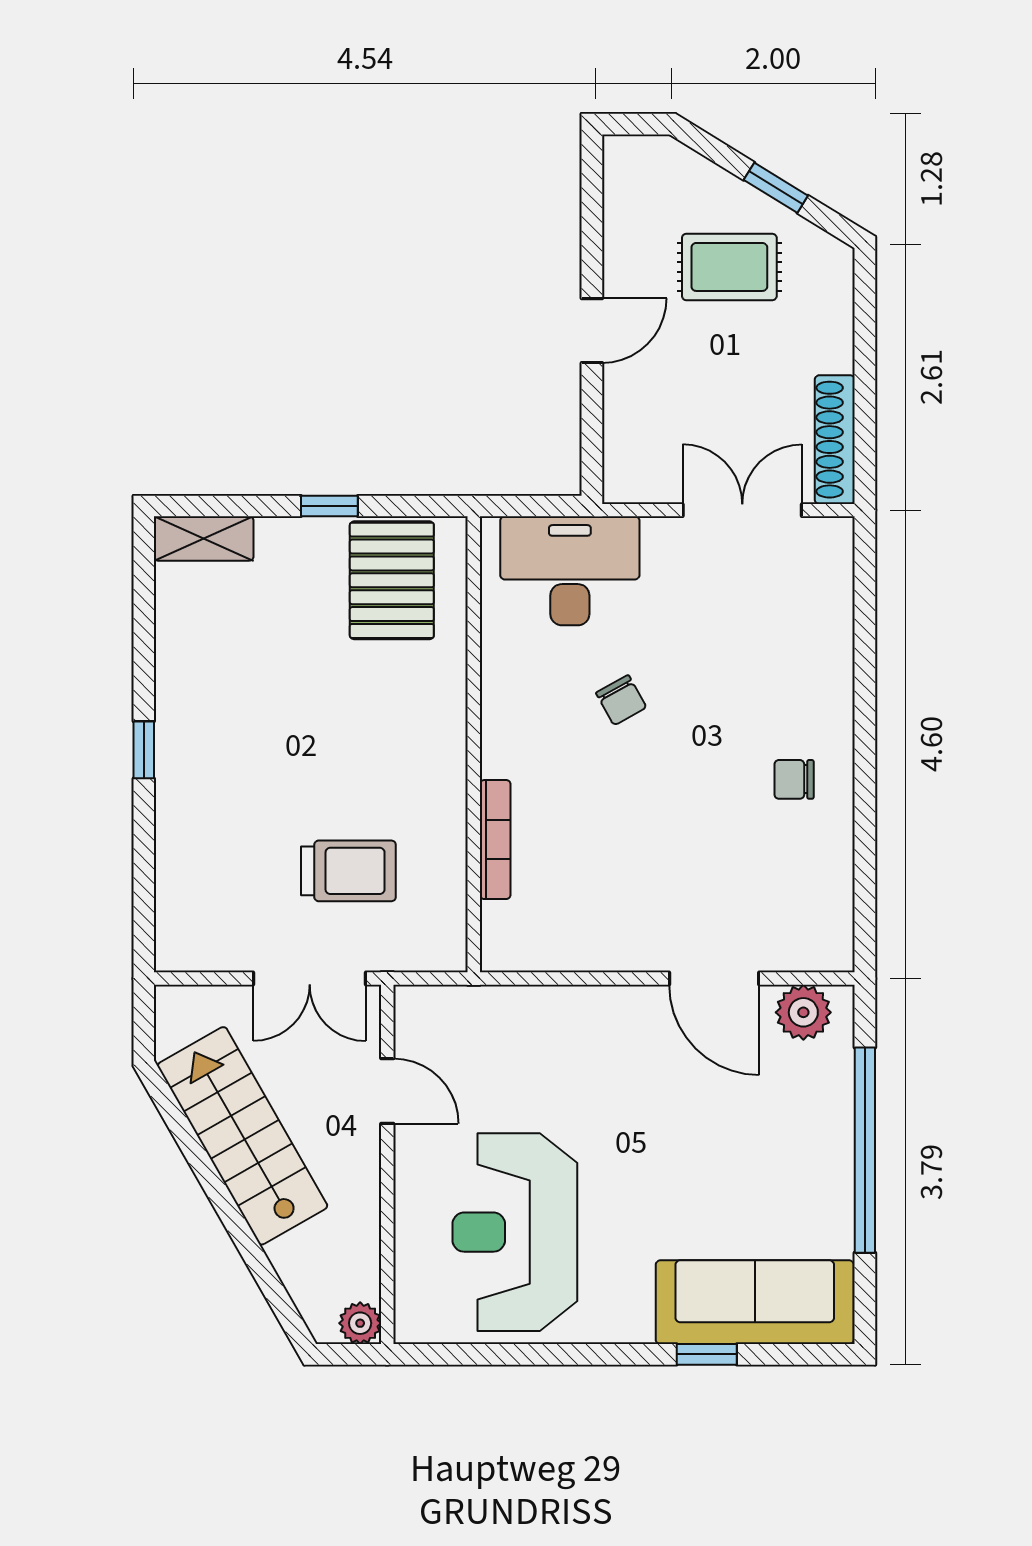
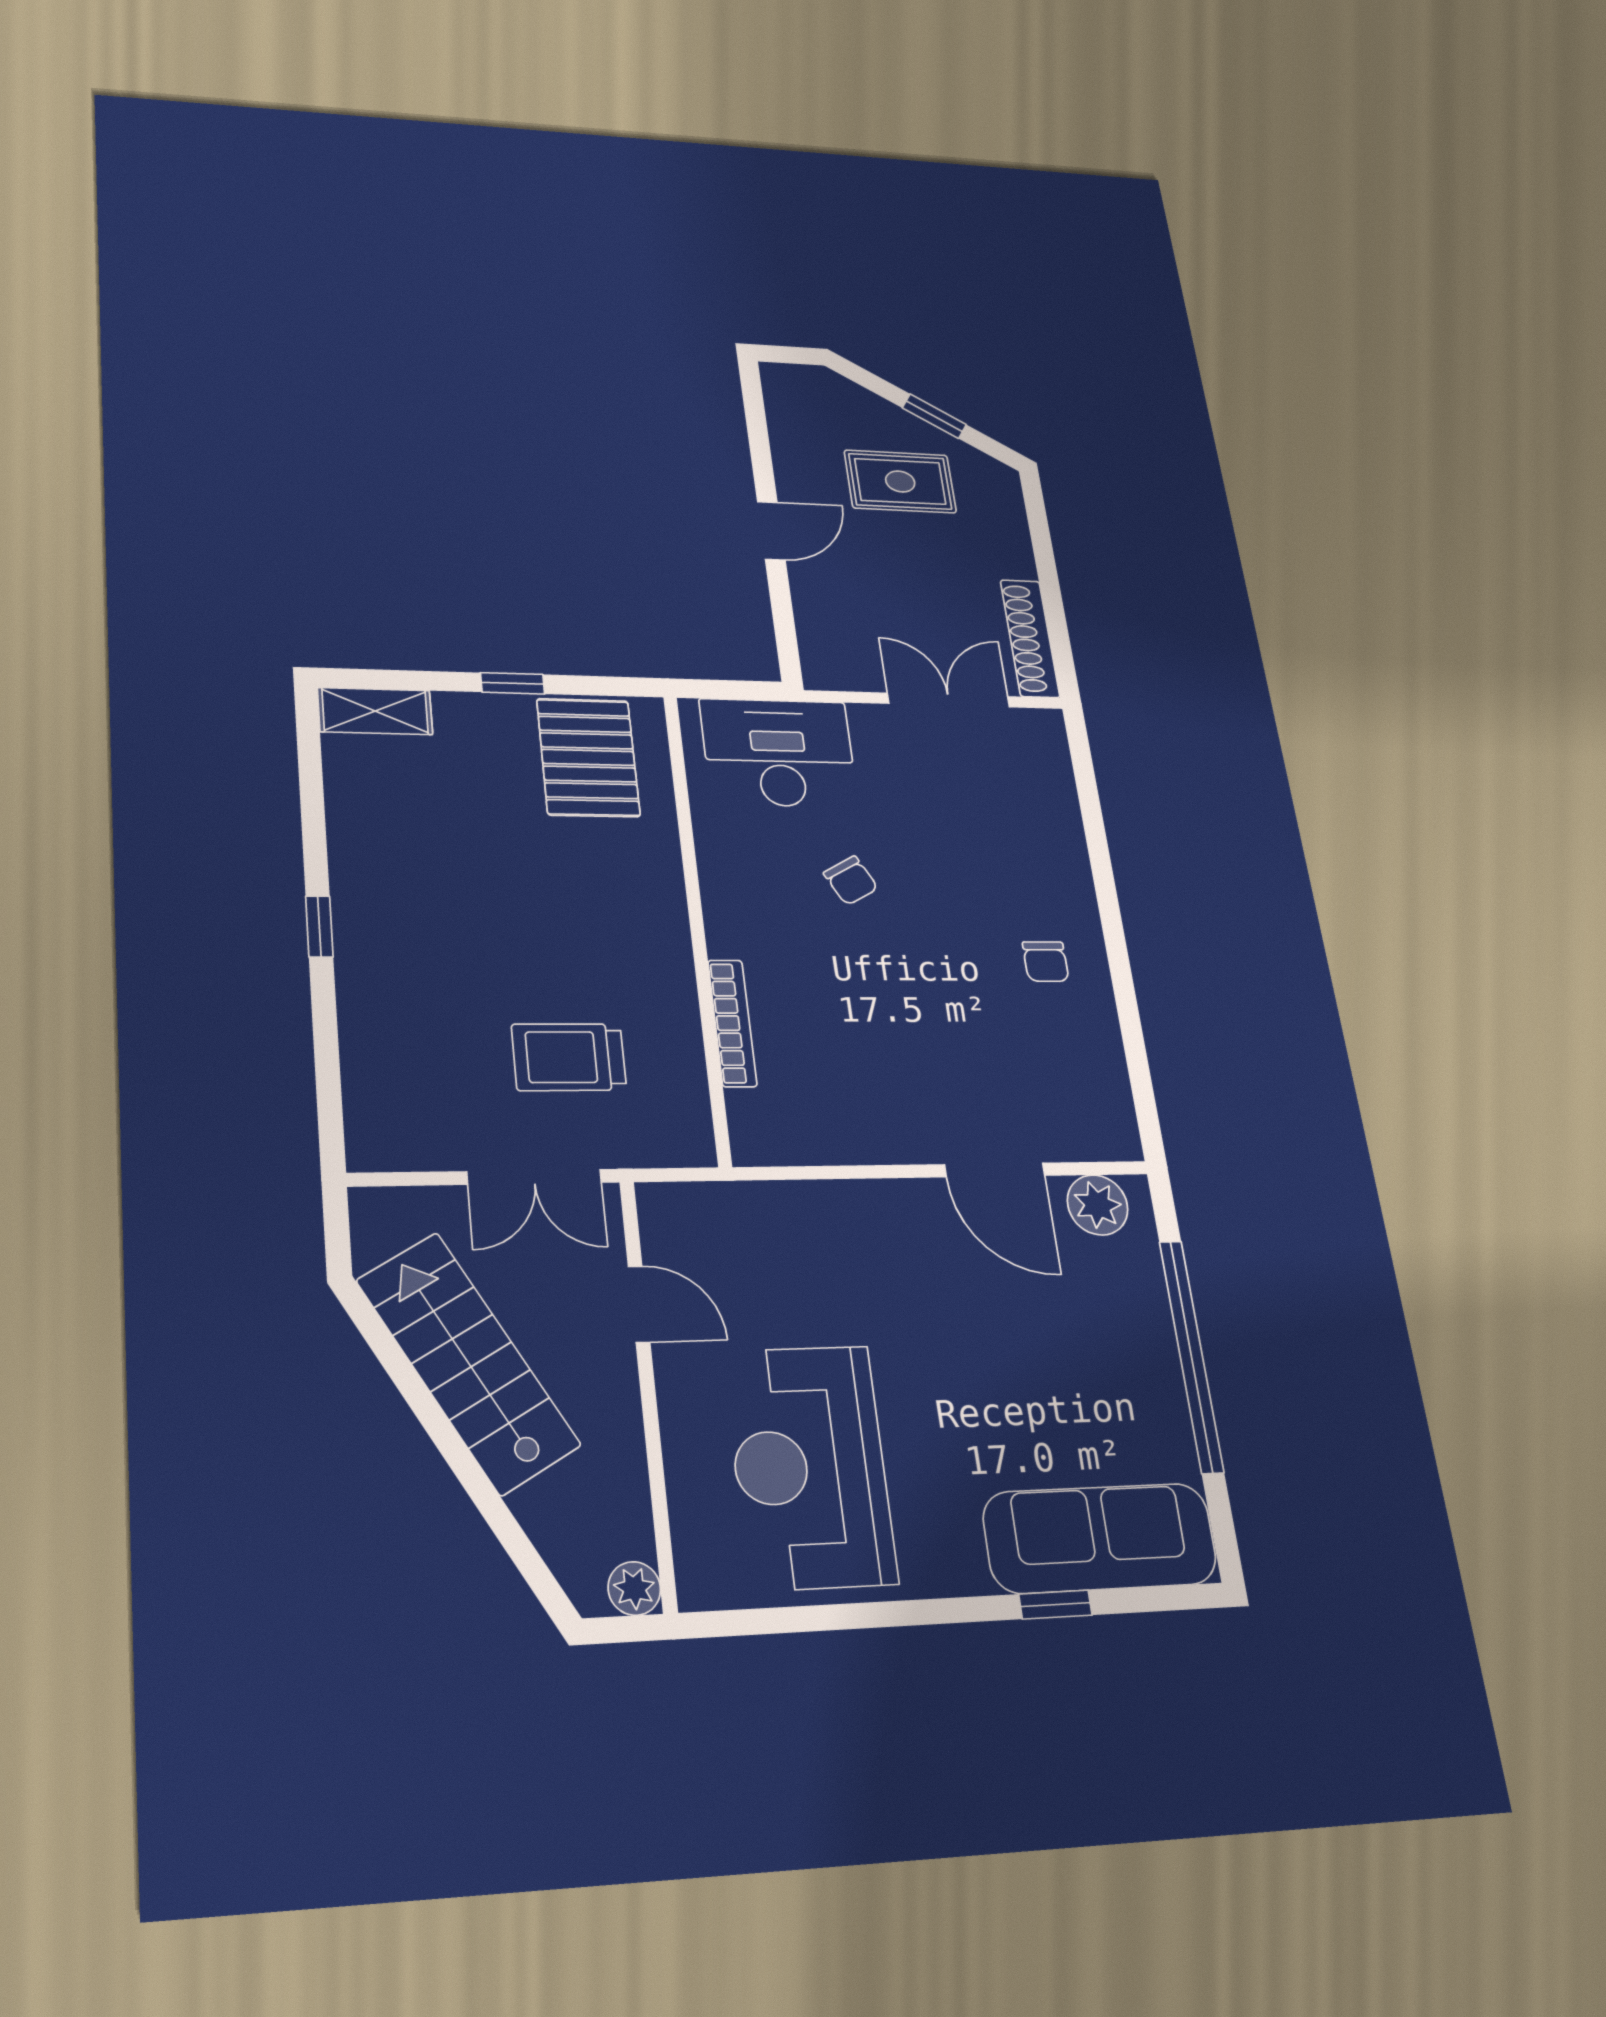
chair: (794, 779) -> (1046, 962), turned -90
trolley: (348, 871) -> (569, 1057), turned 180

